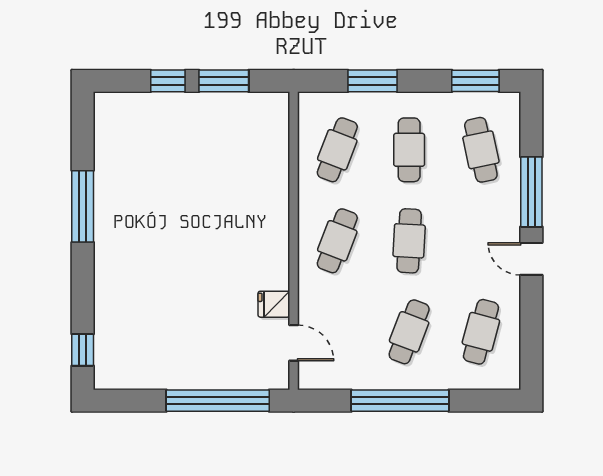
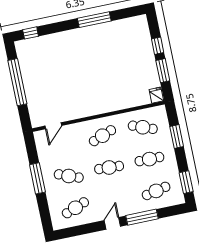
cafe table: (337, 241) -> (102, 136), turned -42
fridge: (274, 304) -> (156, 95), moved
cafe table: (481, 332) -> (75, 208), turned -36
window: (218, 401) -> (17, 82), moved
window: (400, 401) -> (37, 178), width x0.68

